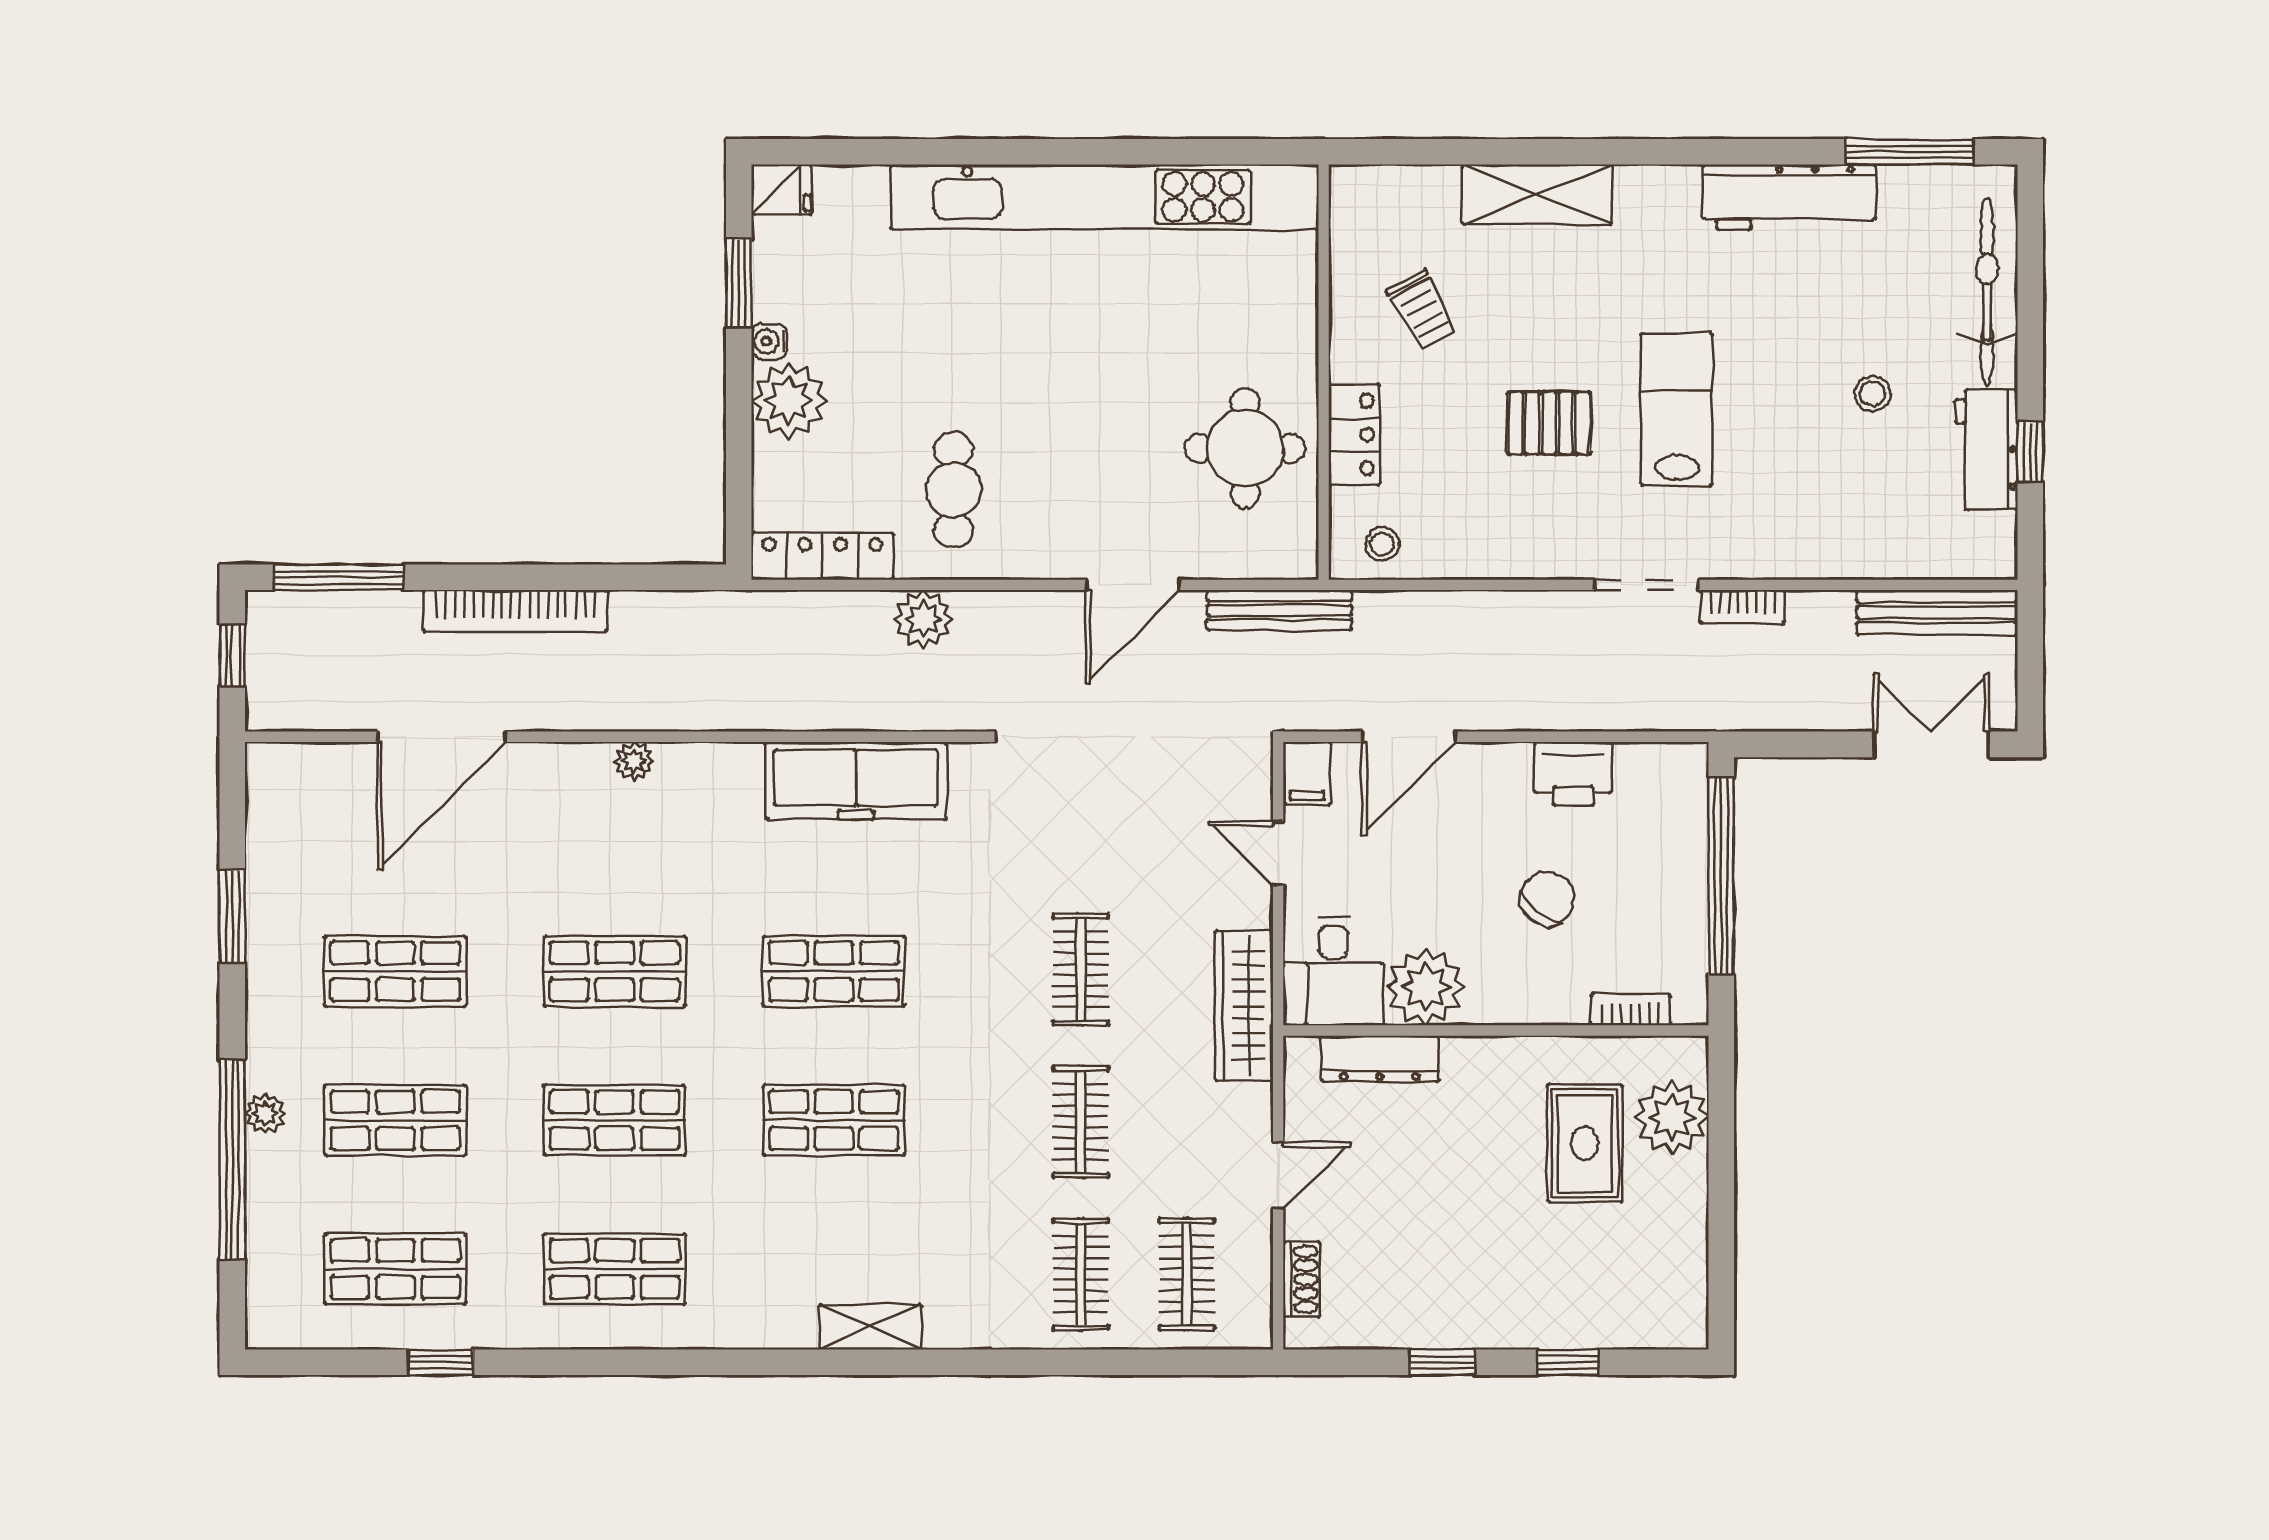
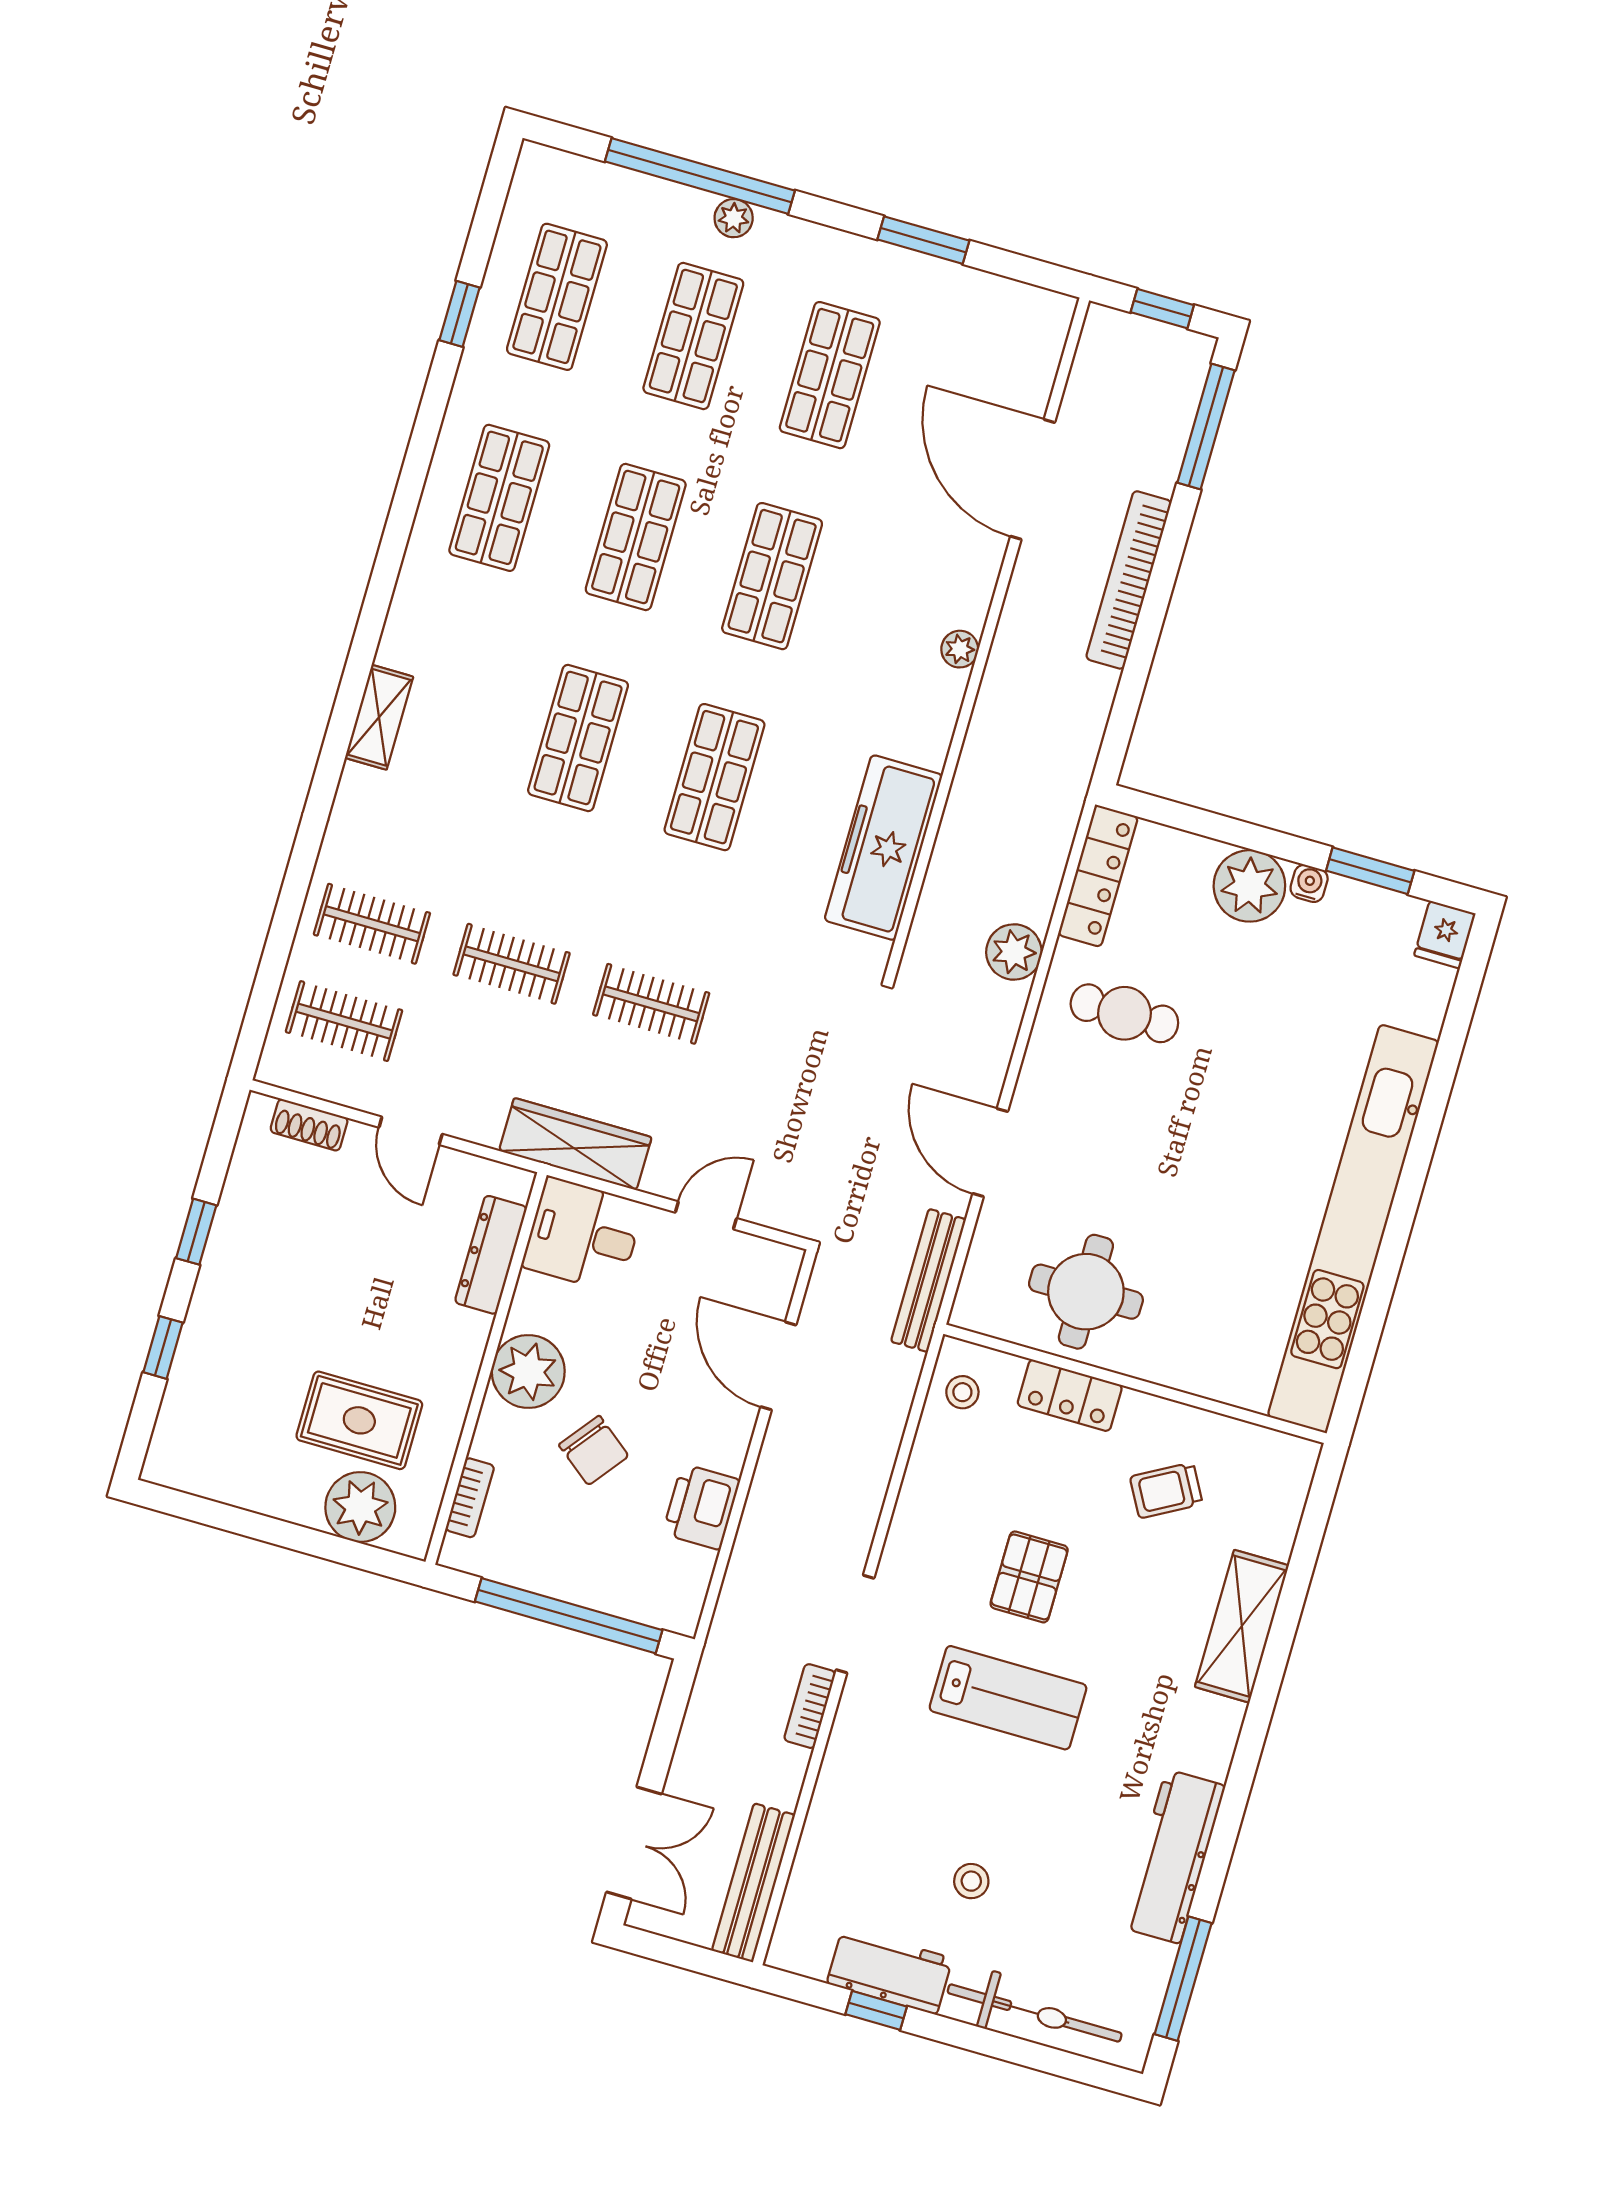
filing cabinet: (1307, 773) -> (772, 1263), removed
plant: (1426, 987) -> (528, 1371), moved

